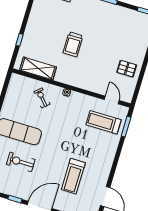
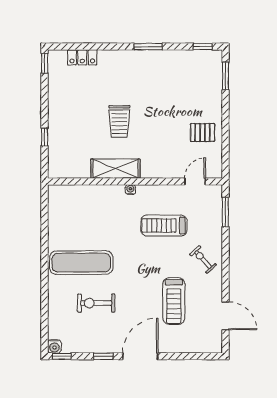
shelving: (38, 68) -> (116, 169), moved
exercise bike: (42, 98) -> (203, 260), moved
door: (112, 100) -> (195, 181), hinge flipped
treadmill: (103, 122) -> (164, 226), moved

